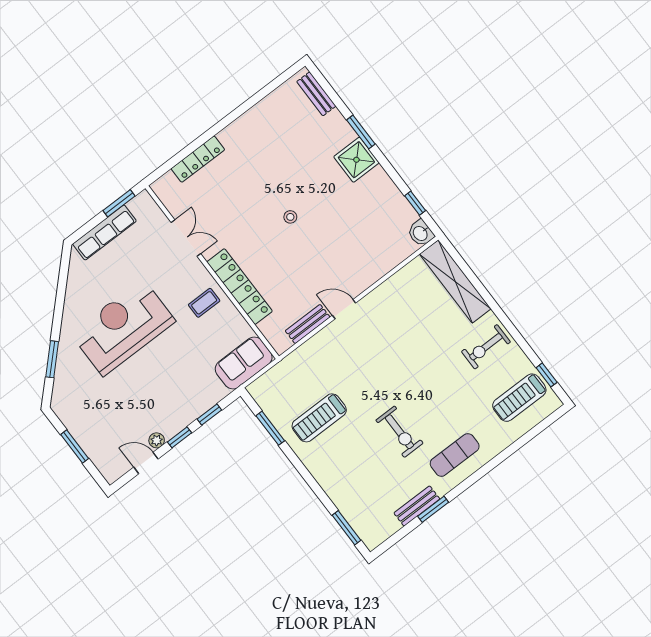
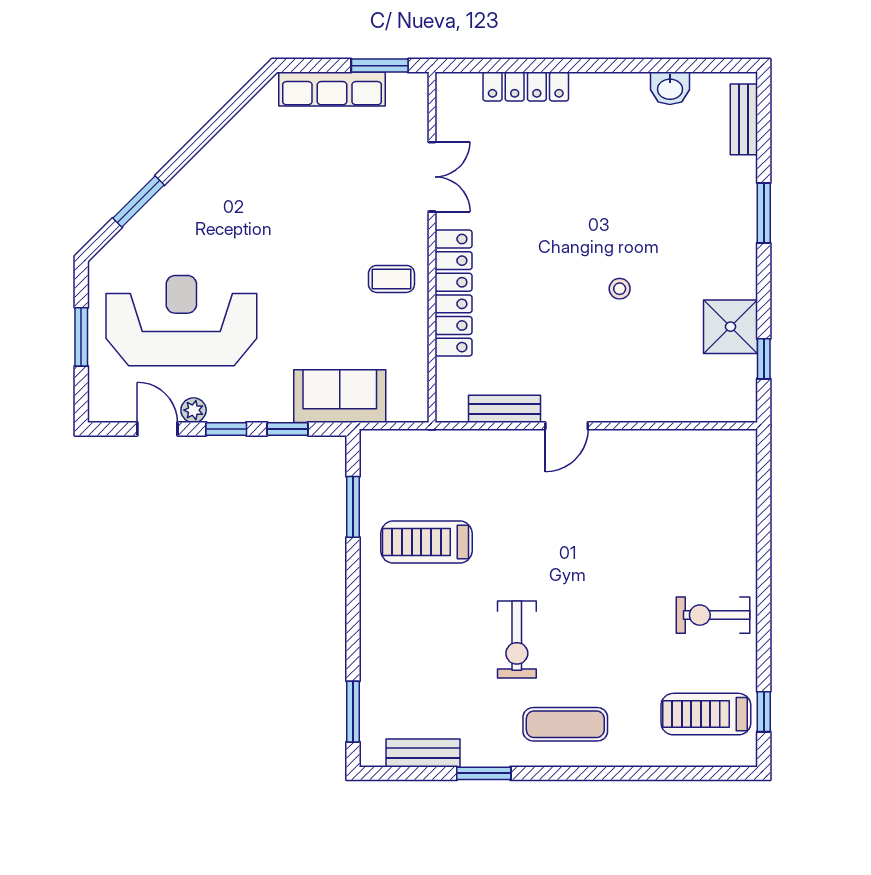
shower: (356, 160) -> (731, 327), moved
stool: (290, 217) -> (620, 289), moved
washbasin: (421, 233) -> (670, 88), moved, turned -90
shelving: (455, 281) -> (738, 500), removed
door: (344, 309) -> (567, 426), swing flipped
reception desk: (123, 327) -> (181, 321), moved
sofa: (244, 363) -> (340, 396), moved
bench: (417, 506) -> (423, 753), moved

